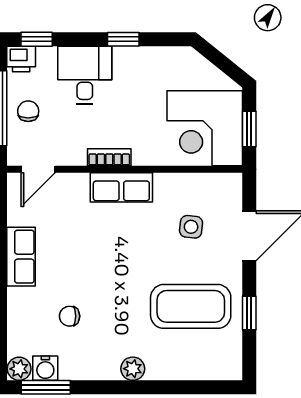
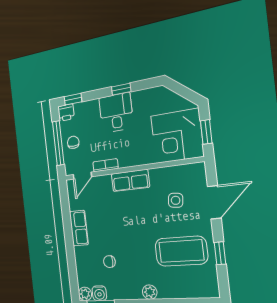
desk: (85, 75) -> (116, 113), moved
bookcase: (109, 157) -> (105, 165), moved

